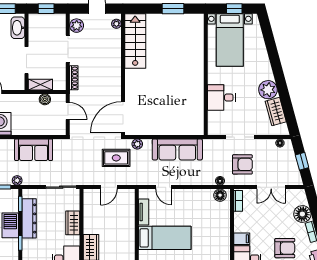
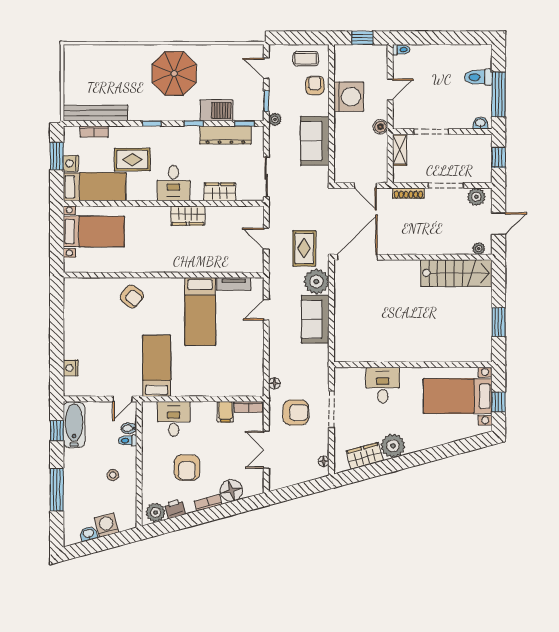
washbasin: (18, 28) -> (480, 123), width x0.52, depth x0.69
boiler: (45, 99) -> (380, 127), moved
door: (68, 111) -> (365, 185), hinge flipped
door: (123, 117) -> (357, 257), hinge flipped
plant: (137, 144) -> (316, 282), width x1.88, depth x1.88
sofa: (177, 149) -> (315, 319), width x0.73
window: (302, 161) -> (300, 490), removed
armchair: (242, 164) -> (296, 413), turned -90
floor lamp: (220, 195) -> (256, 383), removed
filing cabinet: (242, 239) -> (225, 412), moved

